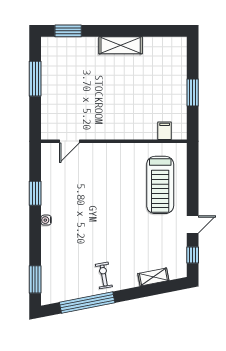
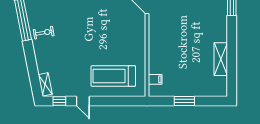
shelving: (121, 45) -> (221, 59), moved
shelving: (153, 277) -> (45, 84), moved

